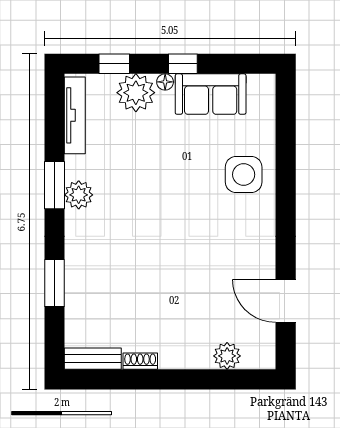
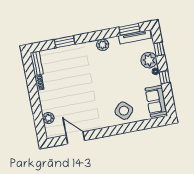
sofa: (211, 94) -> (156, 101), moved
side table: (244, 175) -> (124, 111), turned 45
window: (54, 185) -> (129, 29), moved
door: (286, 301) -> (75, 138), hinge flipped

